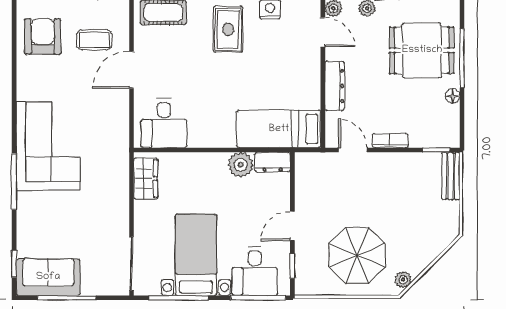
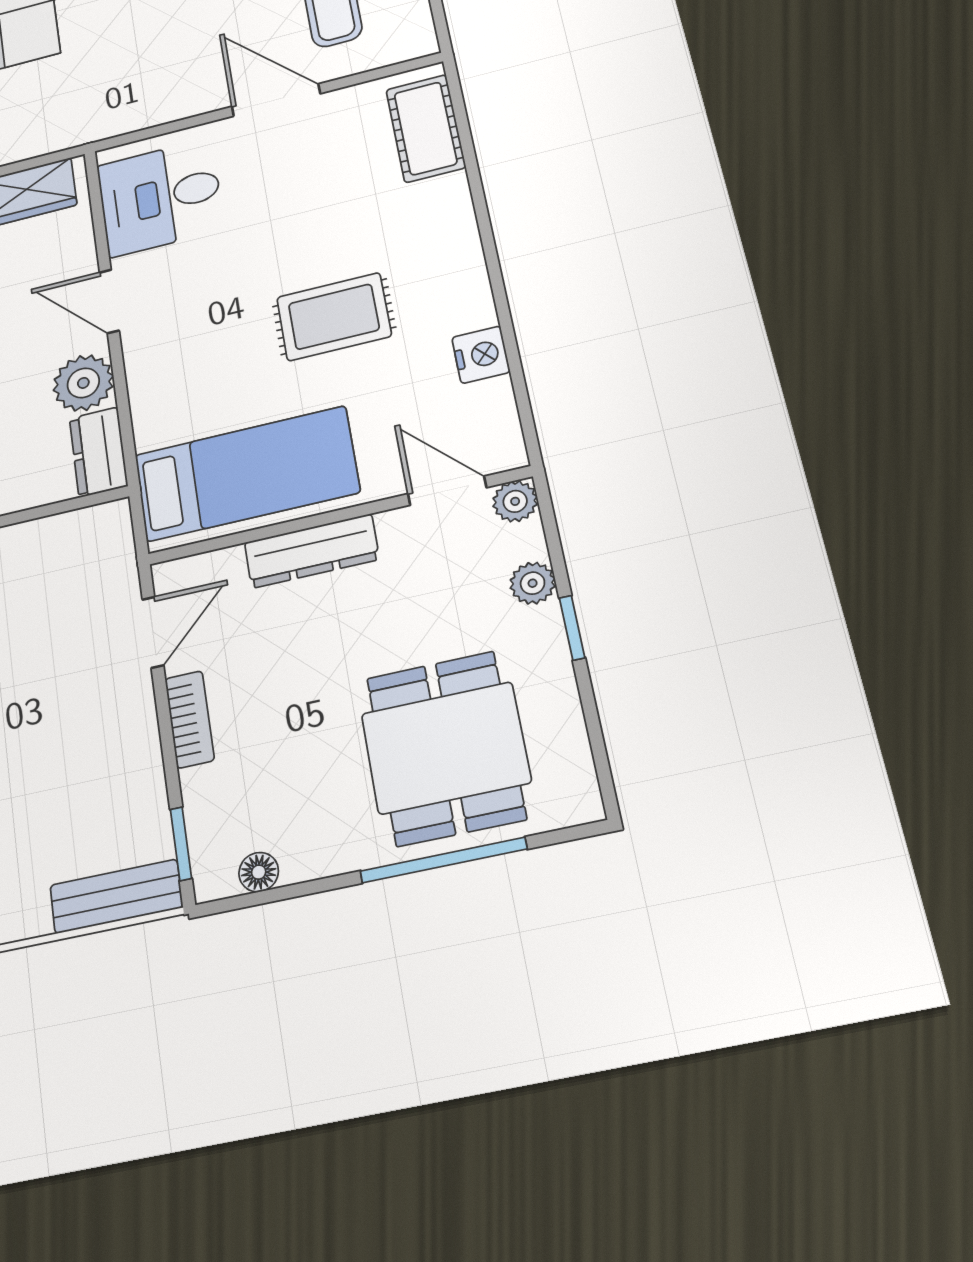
rug: (228, 29) -> (334, 317), moved
door: (323, 32) -> (447, 491), swing flipped
floor lamp: (453, 96) -> (259, 872), moved
bed: (279, 129) -> (246, 474), moved, turned 90
door: (207, 150) -> (109, 301), added

